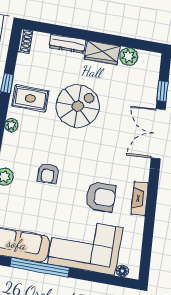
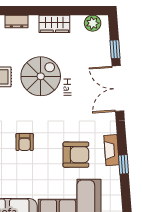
dresser: (68, 44) -> (17, 21), width x0.70
plant: (129, 56) -> (93, 23), moved
window: (150, 216) -> (124, 164), added

